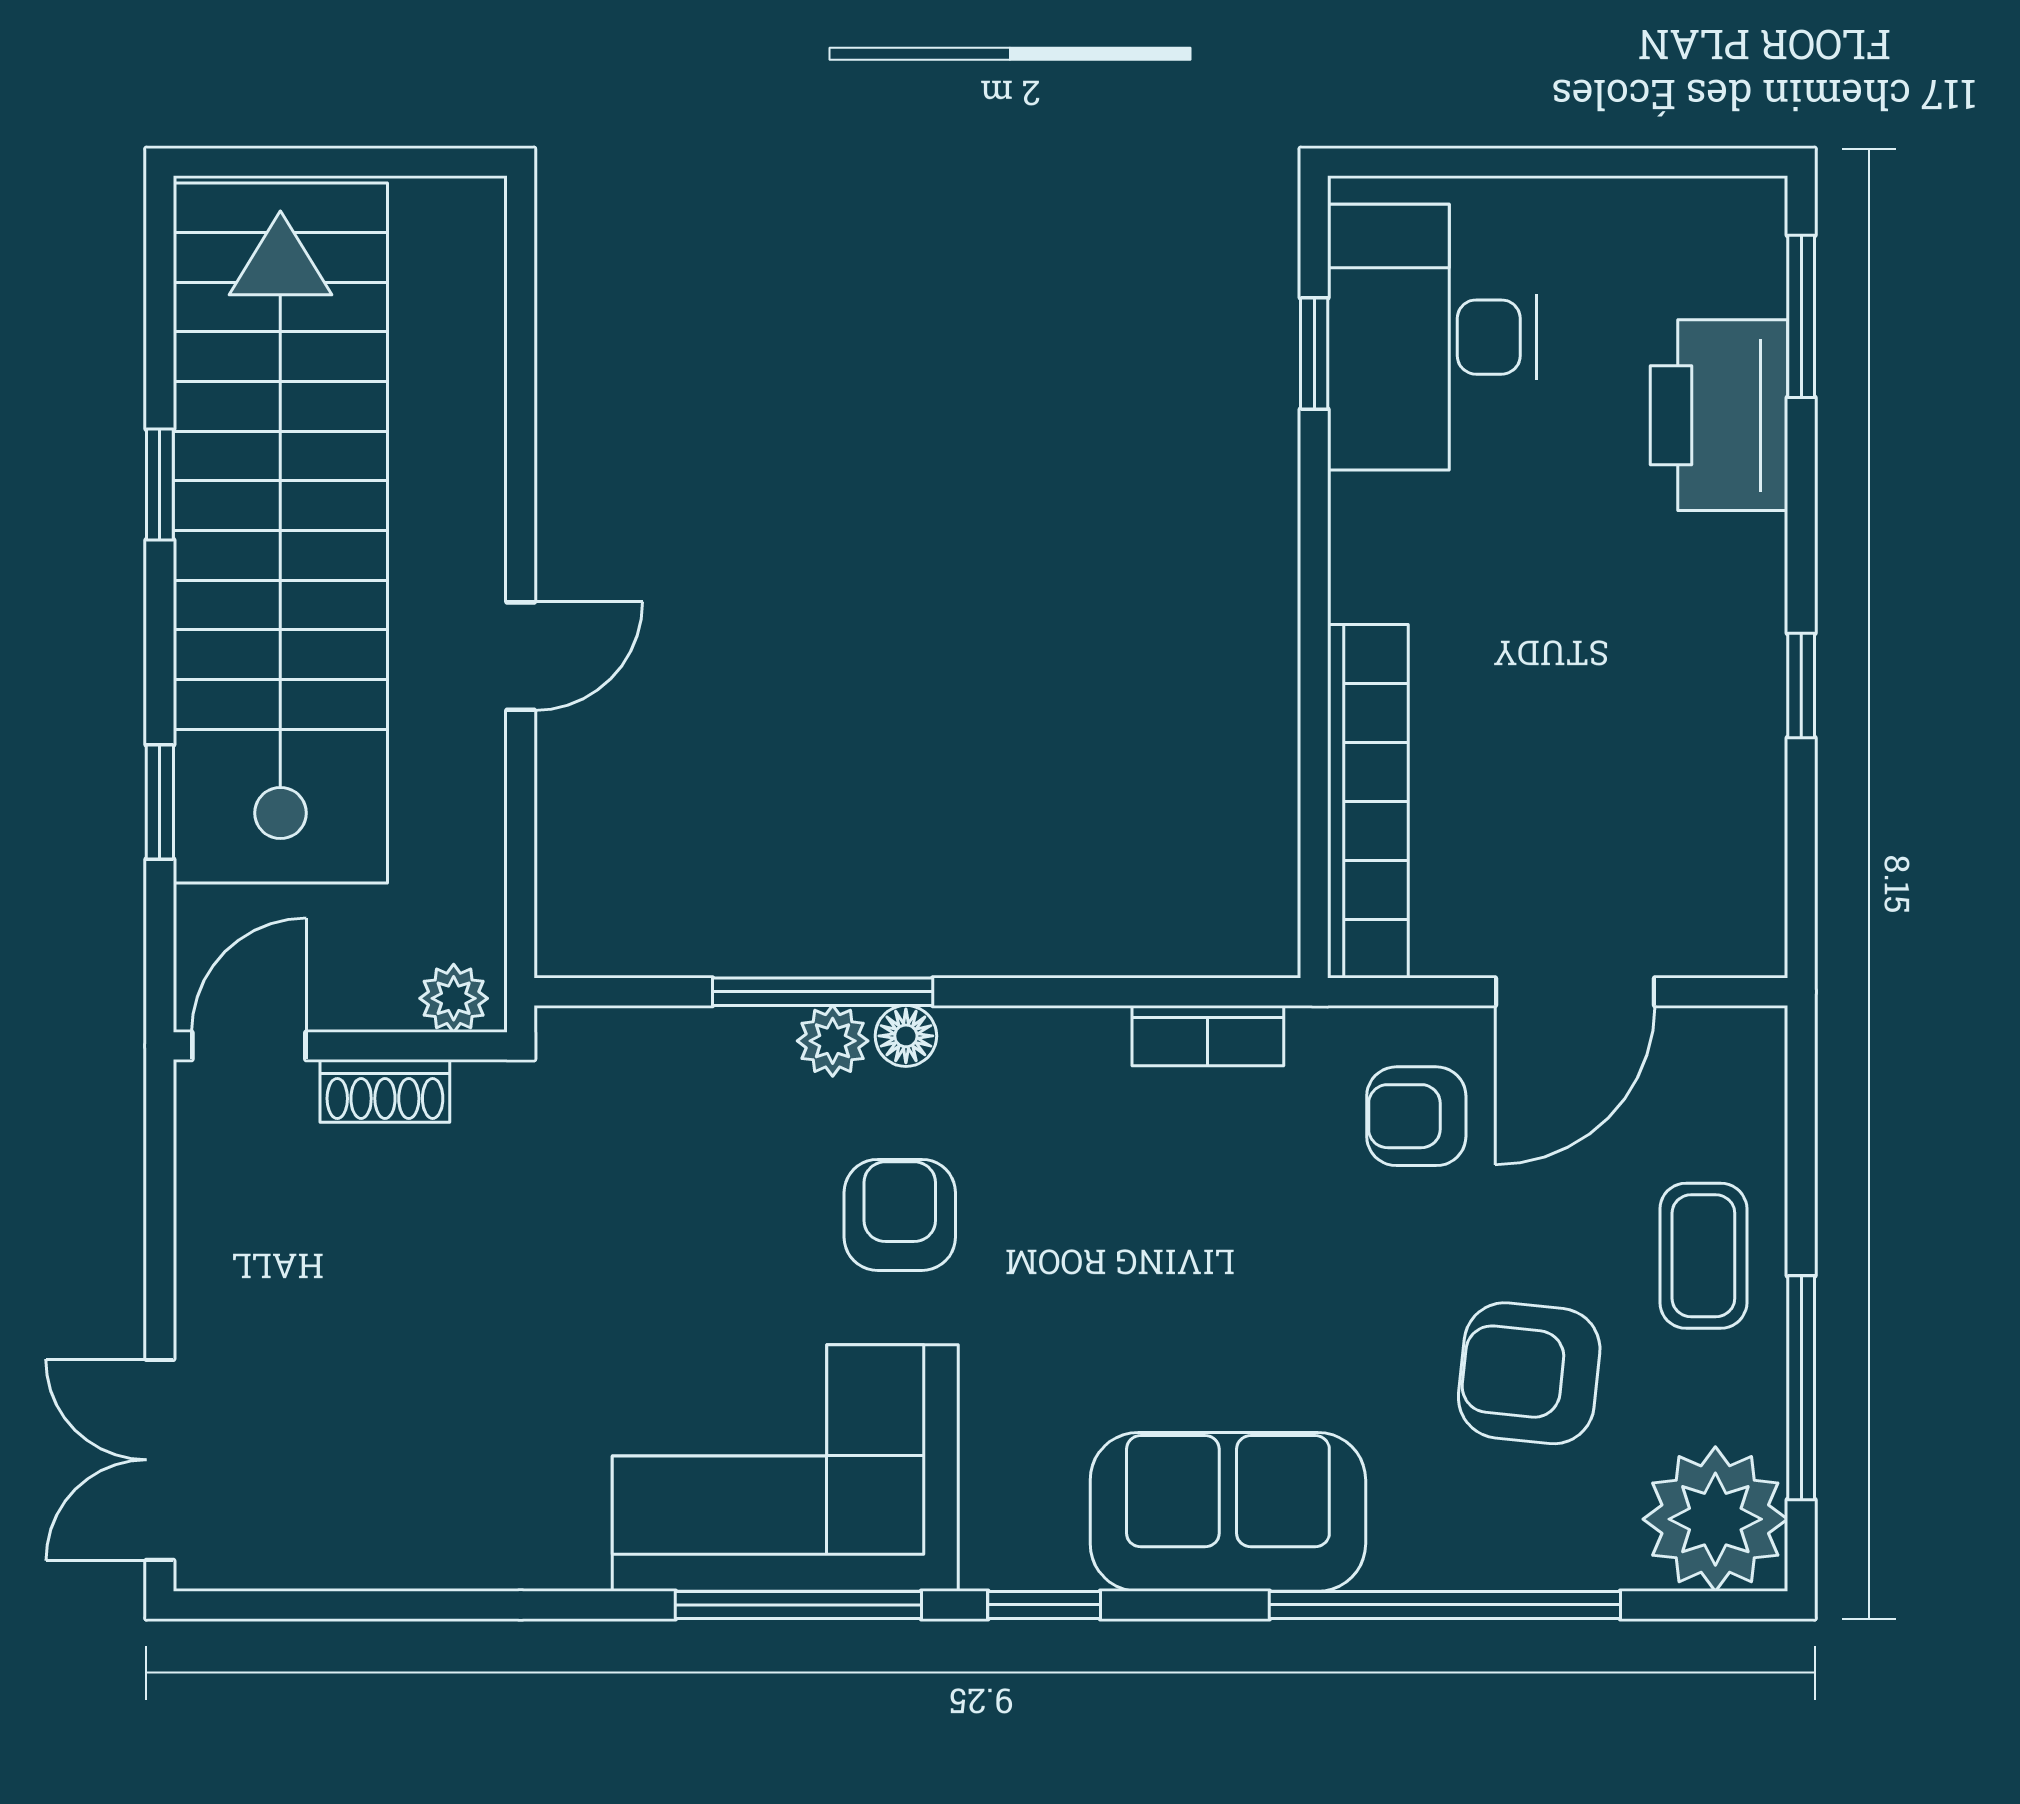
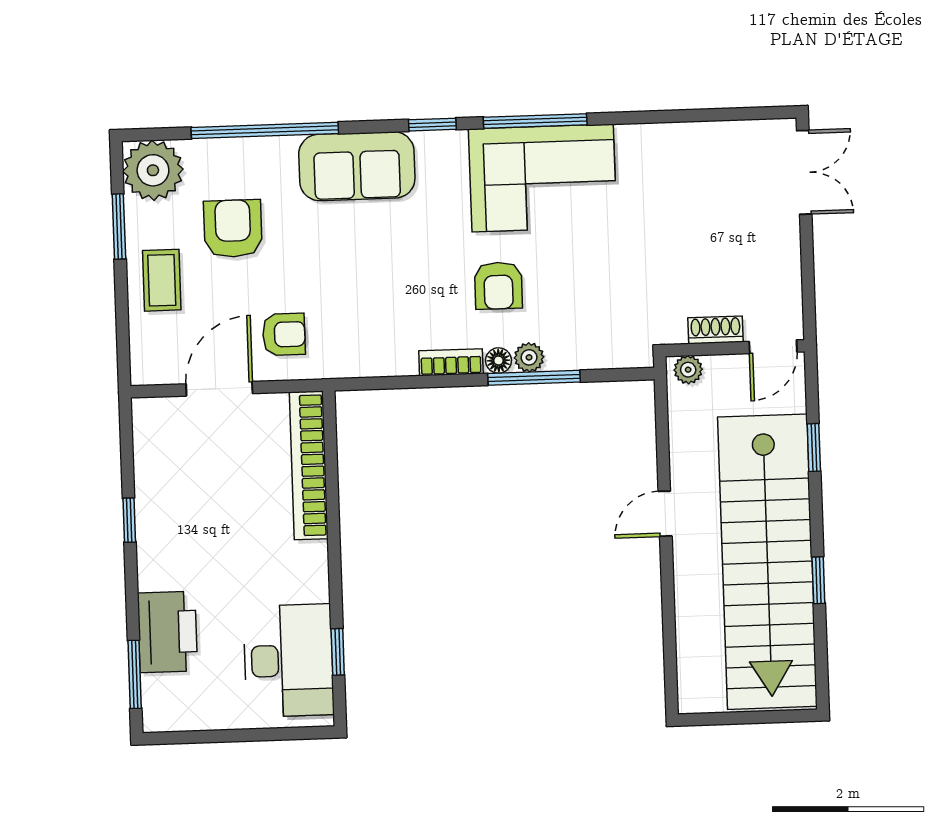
bookcase: (1208, 1036) -> (451, 362), moved
armchair: (1529, 1373) -> (233, 229), turned -96
window: (1801, 1388) -> (119, 226), width x0.69

